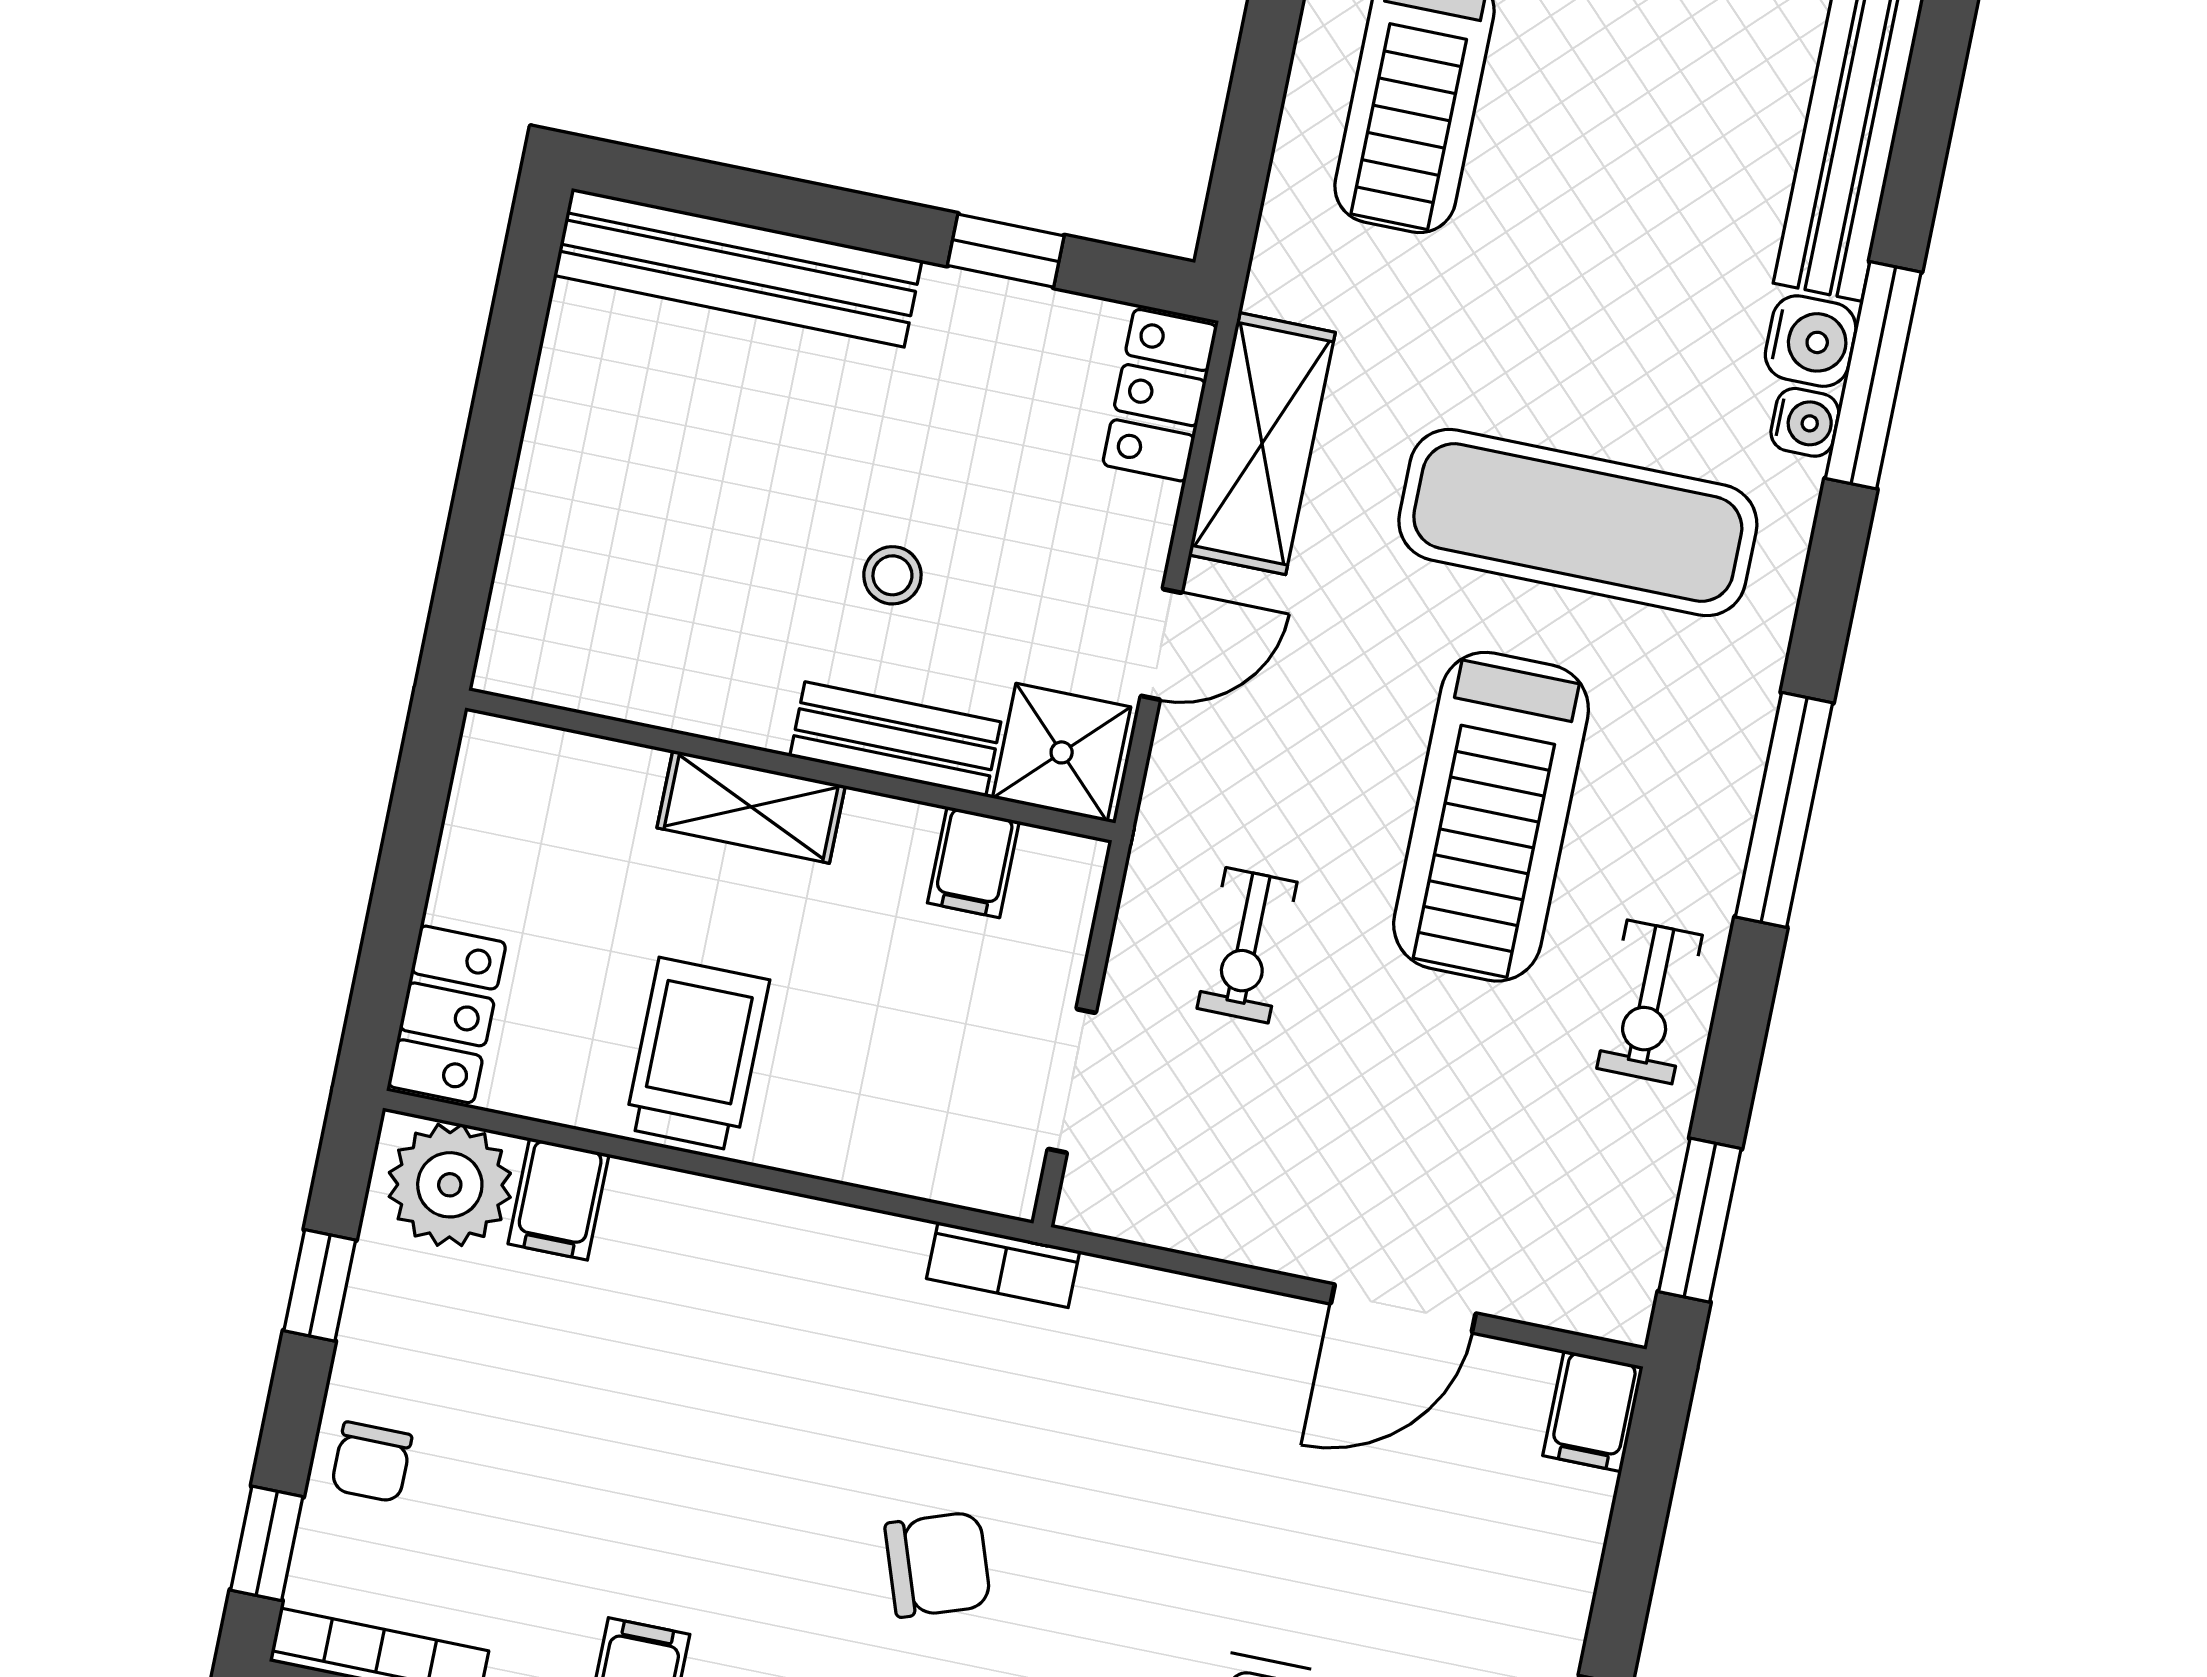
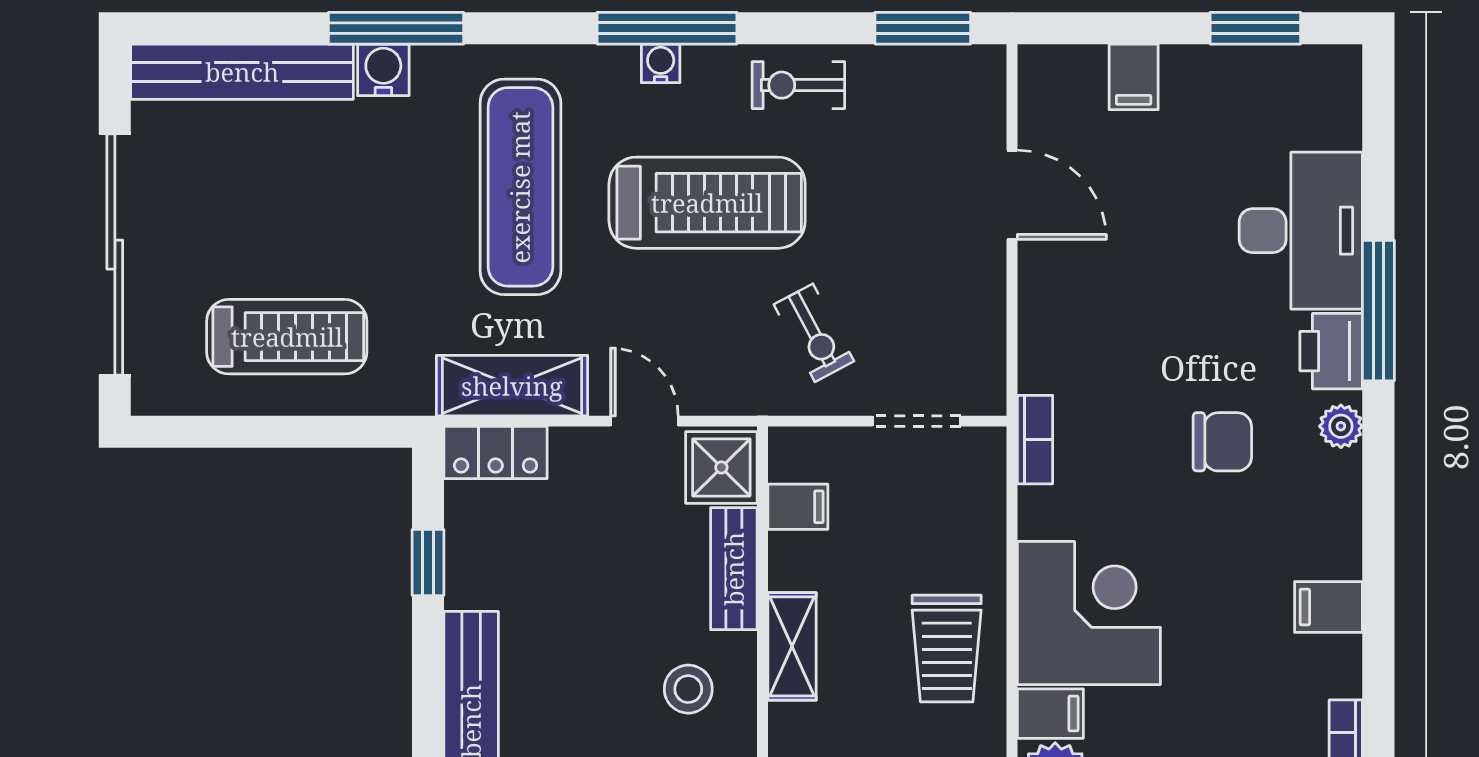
water cooler: (1805, 422) -> (661, 63), moved
stool: (892, 575) -> (688, 689), moved, width x1.37, depth x1.37
exercise bike: (1247, 945) -> (814, 333), turned 62
exercise bike: (1650, 1002) -> (798, 85), turned 180
trolley: (697, 1054) -> (947, 649), turned -90
corner desk: (707, 1294) -> (1089, 613), added
filing cabinet: (1593, 1411) -> (1134, 77), moved, turned 90
chair: (938, 1565) -> (1222, 442), turned 109

